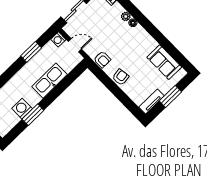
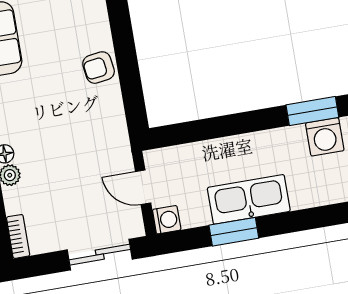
armchair: (102, 59) -> (110, 125), removed
kitchen sink: (50, 81) -> (249, 199), moved, turned 180

